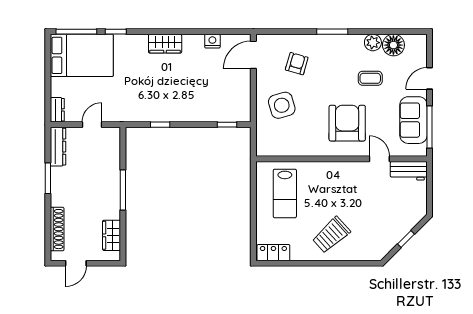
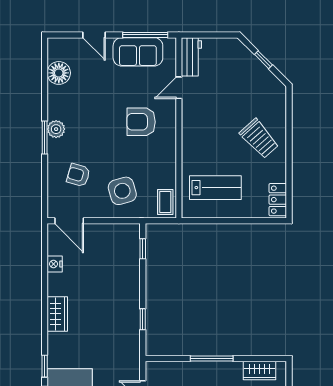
plant: (373, 43) -> (56, 129), moved
coffee table: (370, 78) -> (165, 202), moved
armchair: (347, 123) -> (141, 122), width x0.73, depth x0.73

